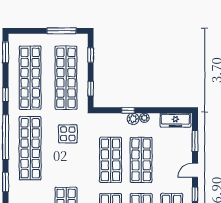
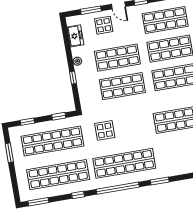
window: (62, 31) -> (9, 153), width x0.69
plant: (133, 119) -> (80, 72), removed
freezer: (175, 120) -> (75, 36), width x0.71
display table: (177, 151) -> (104, 25), added

